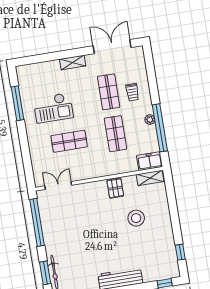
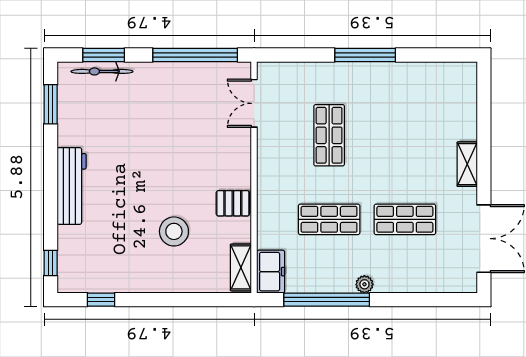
trolley: (132, 92) -> (397, 261), removed
window: (17, 103) -> (365, 55), moved
checkout: (53, 108) -> (393, 117), removed
plant: (150, 120) -> (364, 284), moved
double door: (58, 185) -> (254, 103), swing flipped

